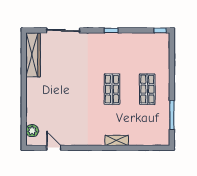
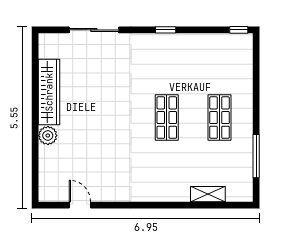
wardrobe: (33, 55) -> (49, 92), moved
plant: (32, 131) -> (48, 136), moved
shelving: (117, 140) -> (208, 194), moved

